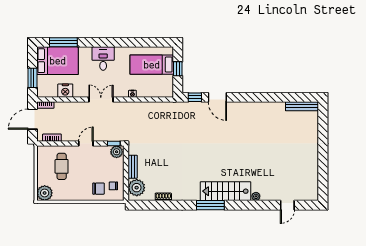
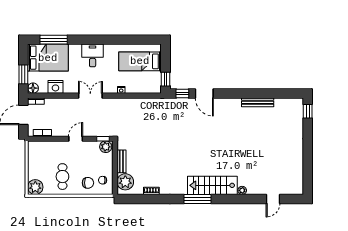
window: (178, 69) -> (166, 79), moved
floor lamp: (42, 92) -> (33, 88), added
bench: (302, 106) -> (258, 102), moved
window: (323, 116) -> (308, 111), added
cafe table: (62, 166) -> (62, 177), moved

